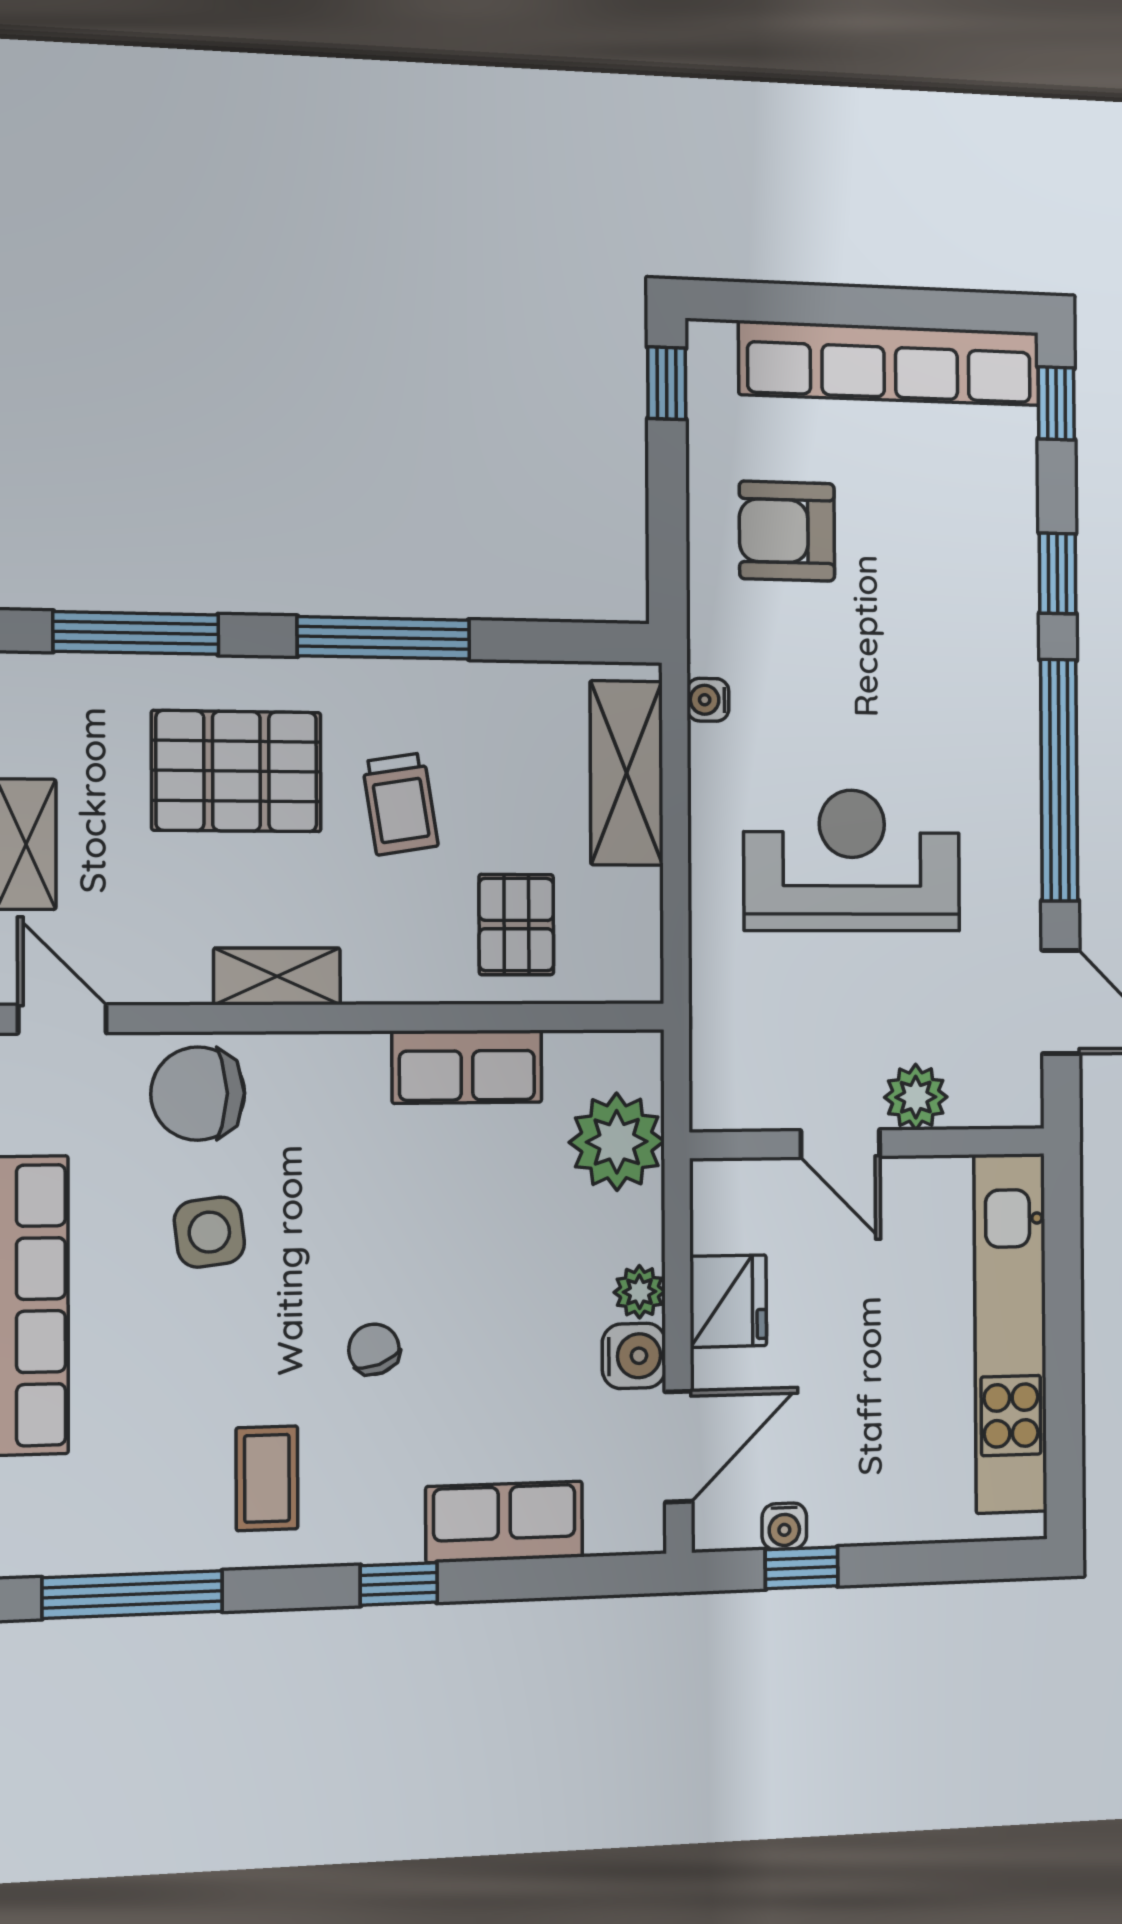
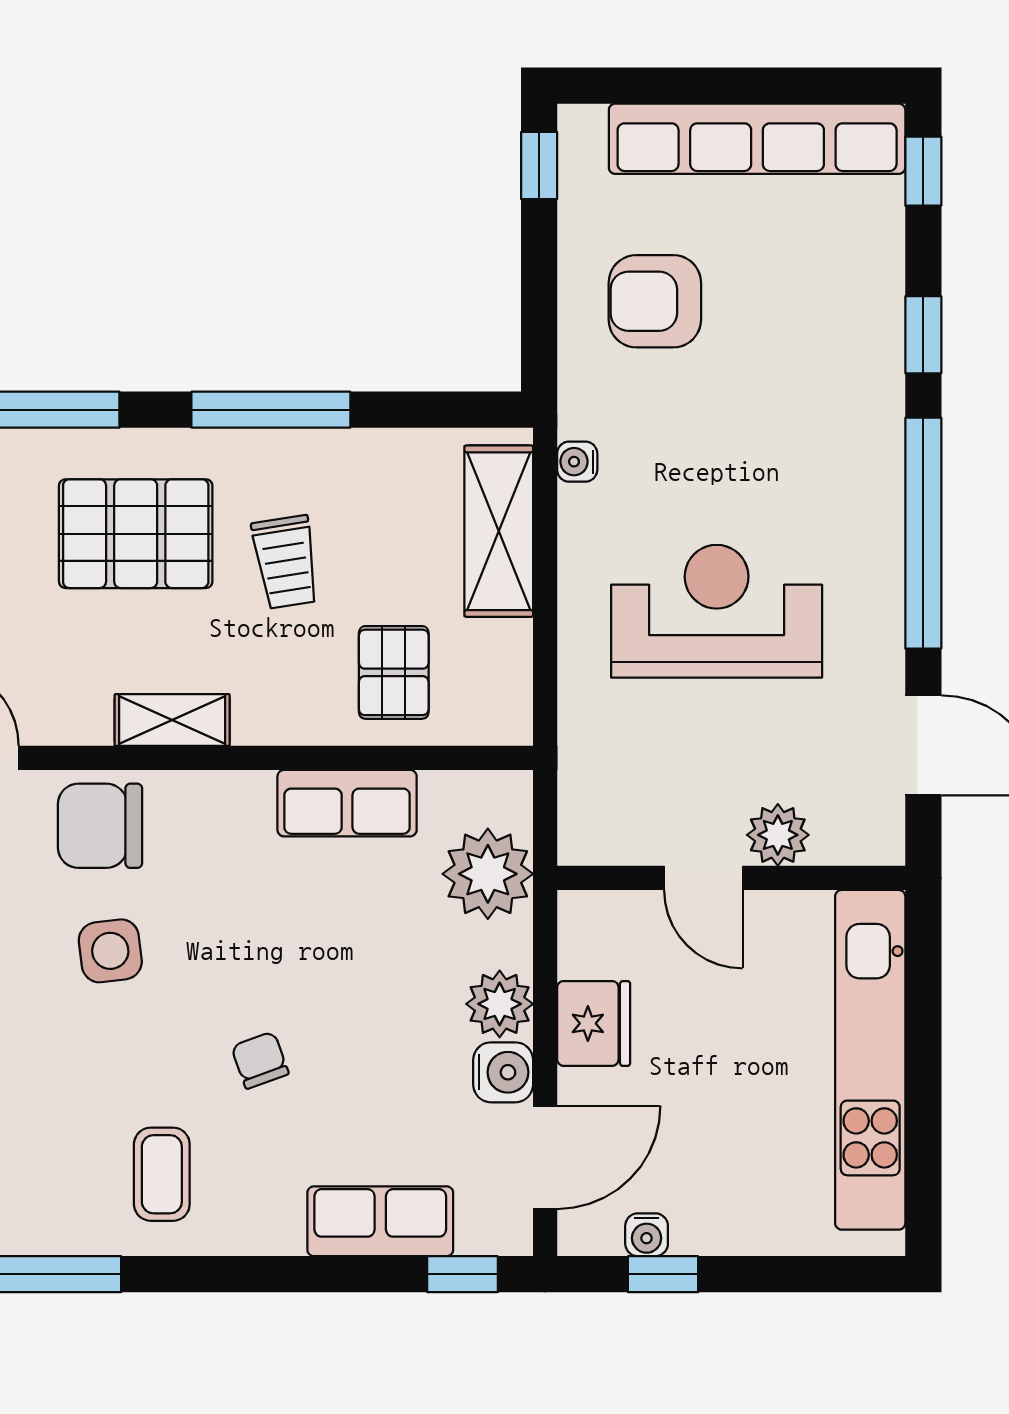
plant: (640, 1292) -> (500, 1004), width x1.38, depth x1.38
window: (399, 1584) -> (463, 1274), moved

